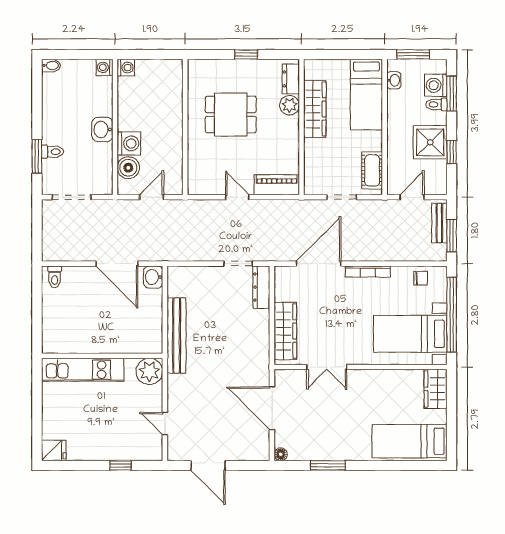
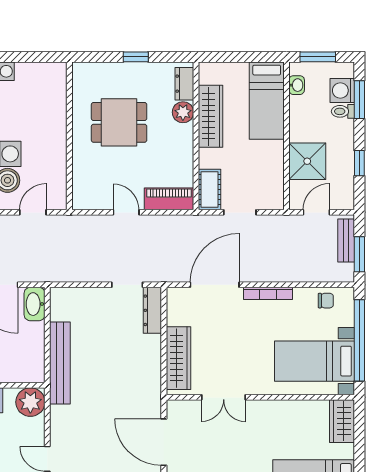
shower: (430, 142) -> (307, 161), moved
cot: (372, 170) -> (210, 190), moved
washbasin: (153, 277) -> (35, 304), width x1.38

